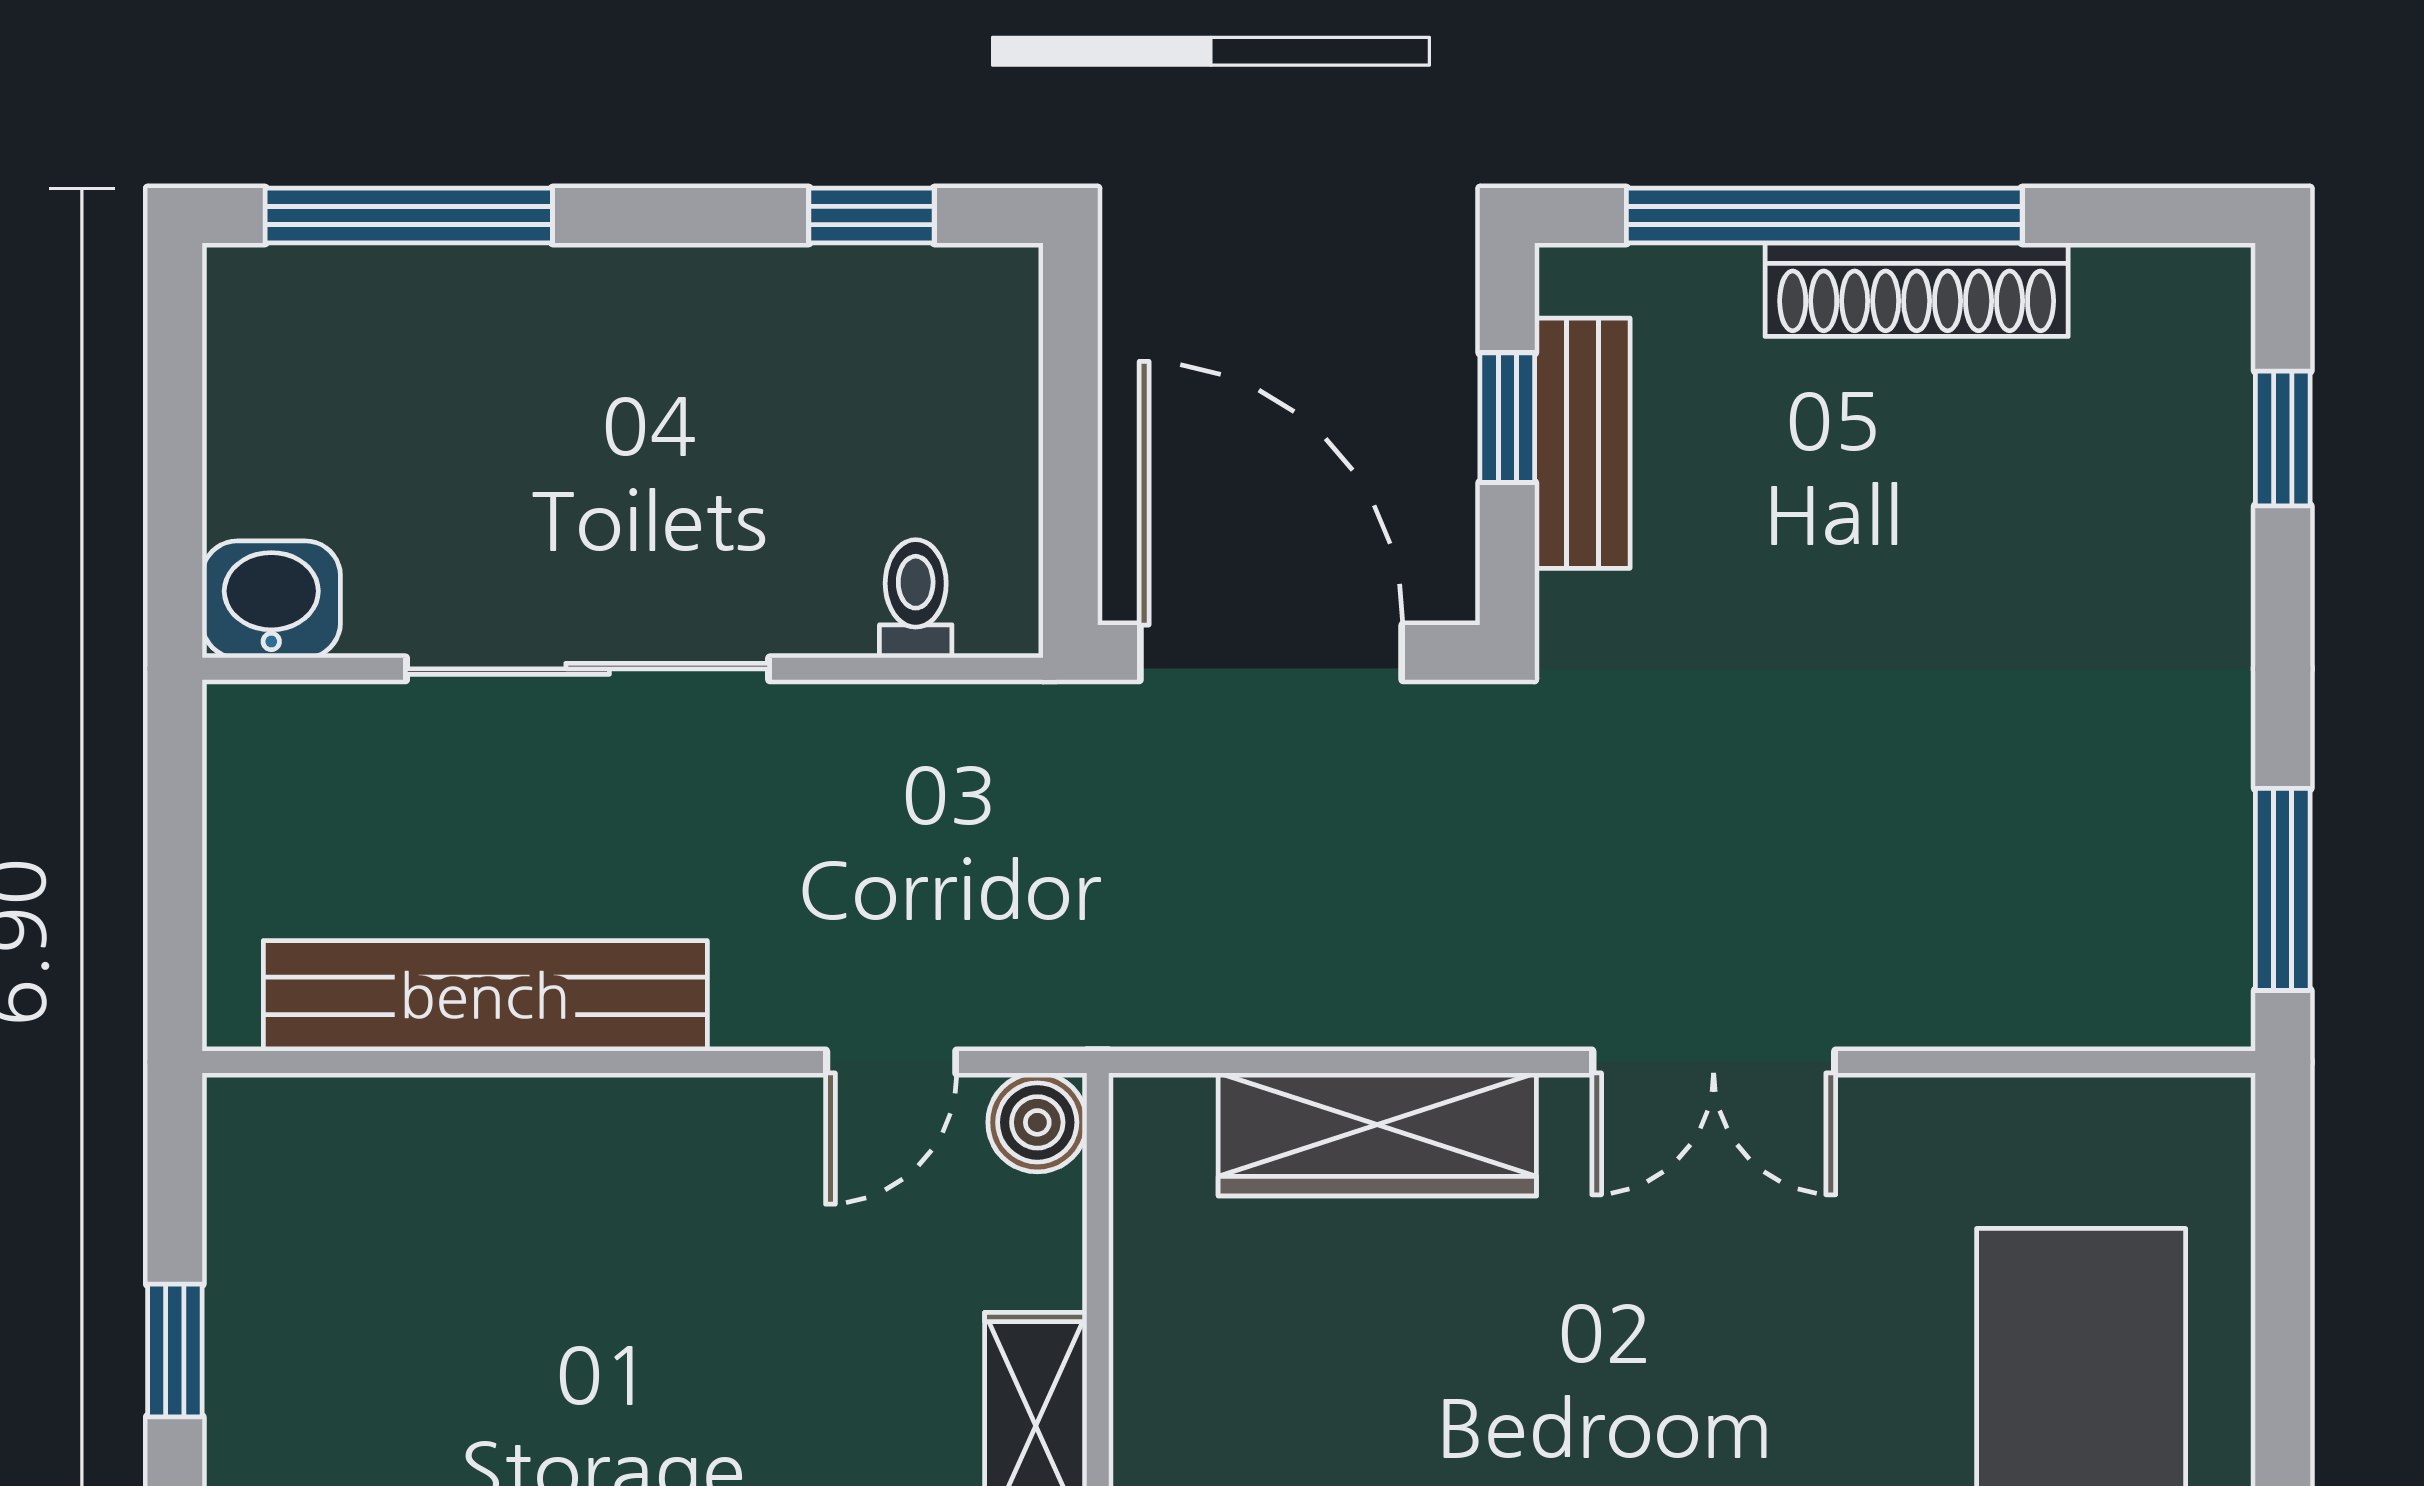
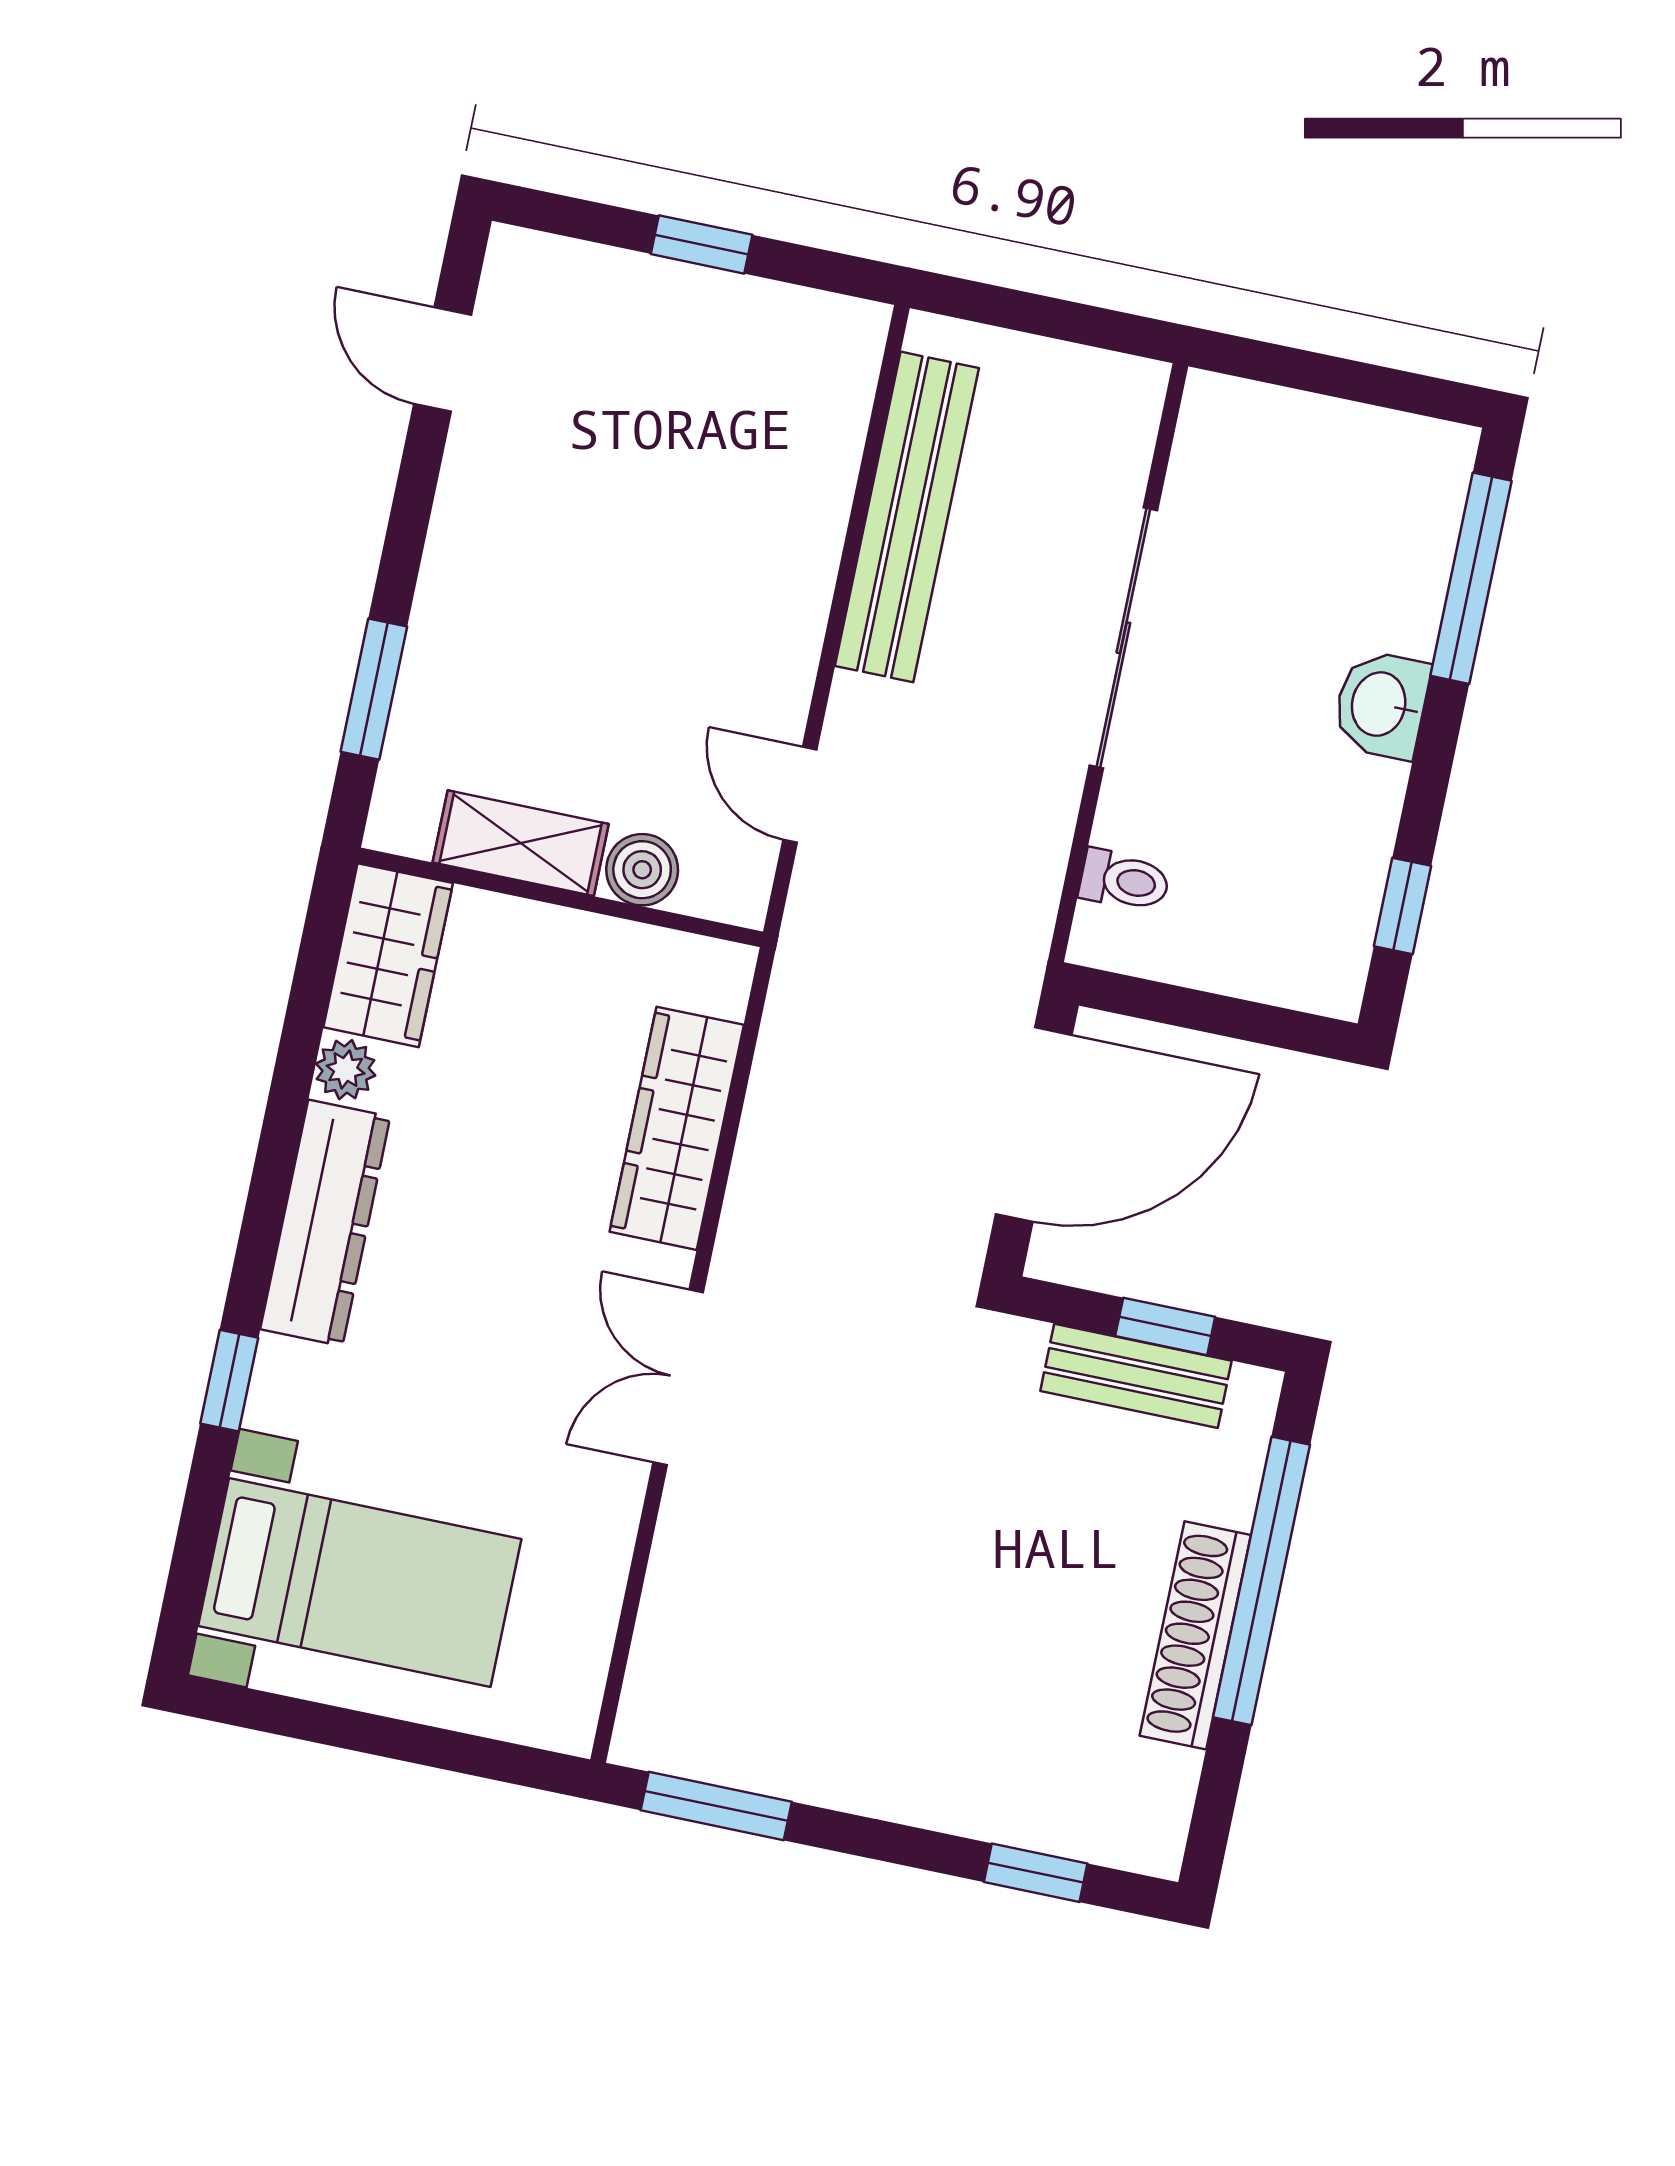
washbasin: (271, 599) -> (1381, 705), moved, turned 180
boiler: (1037, 1122) -> (642, 870), moved

